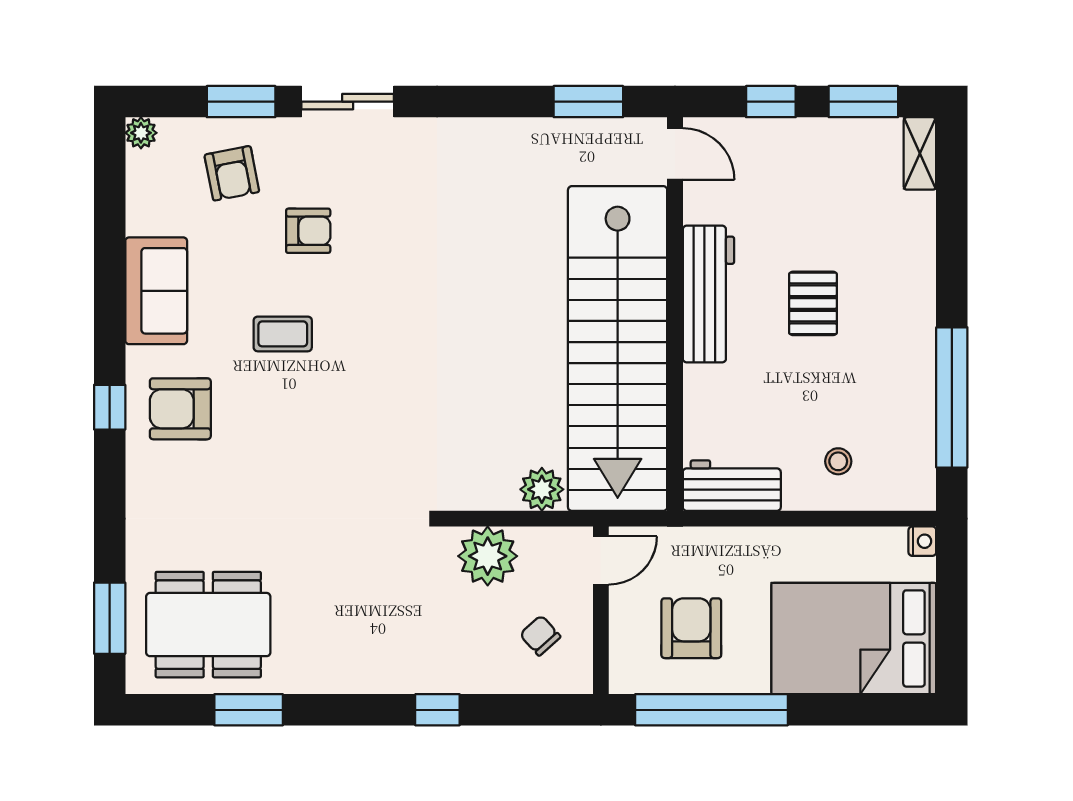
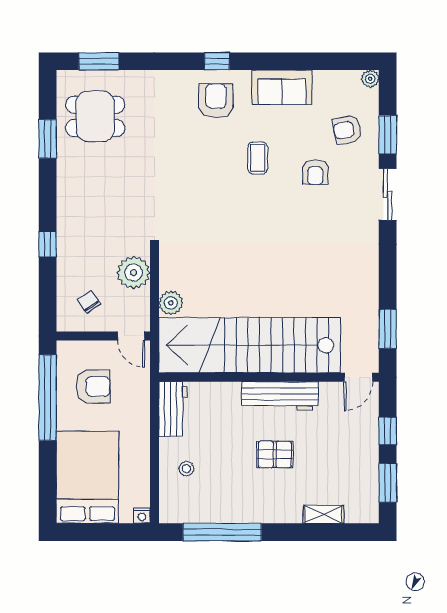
shelving: (920, 153) -> (323, 514), moved
dining table: (208, 625) -> (95, 116), width x0.73
chair: (540, 635) -> (89, 302), turned -83

